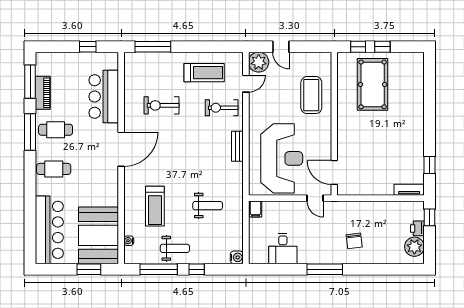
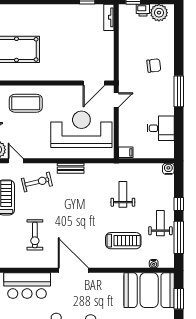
exercise bike: (222, 108) -> (37, 182), turned -103

